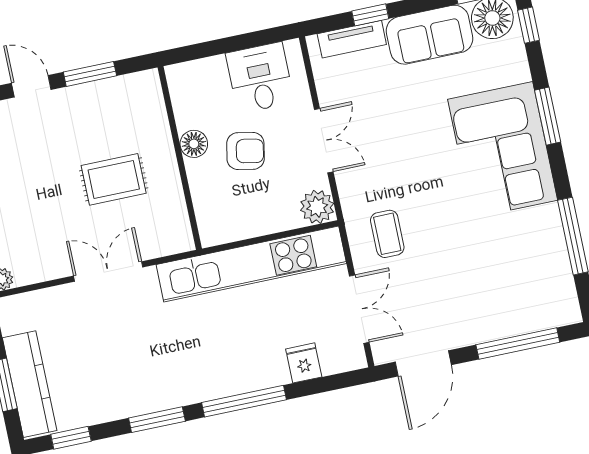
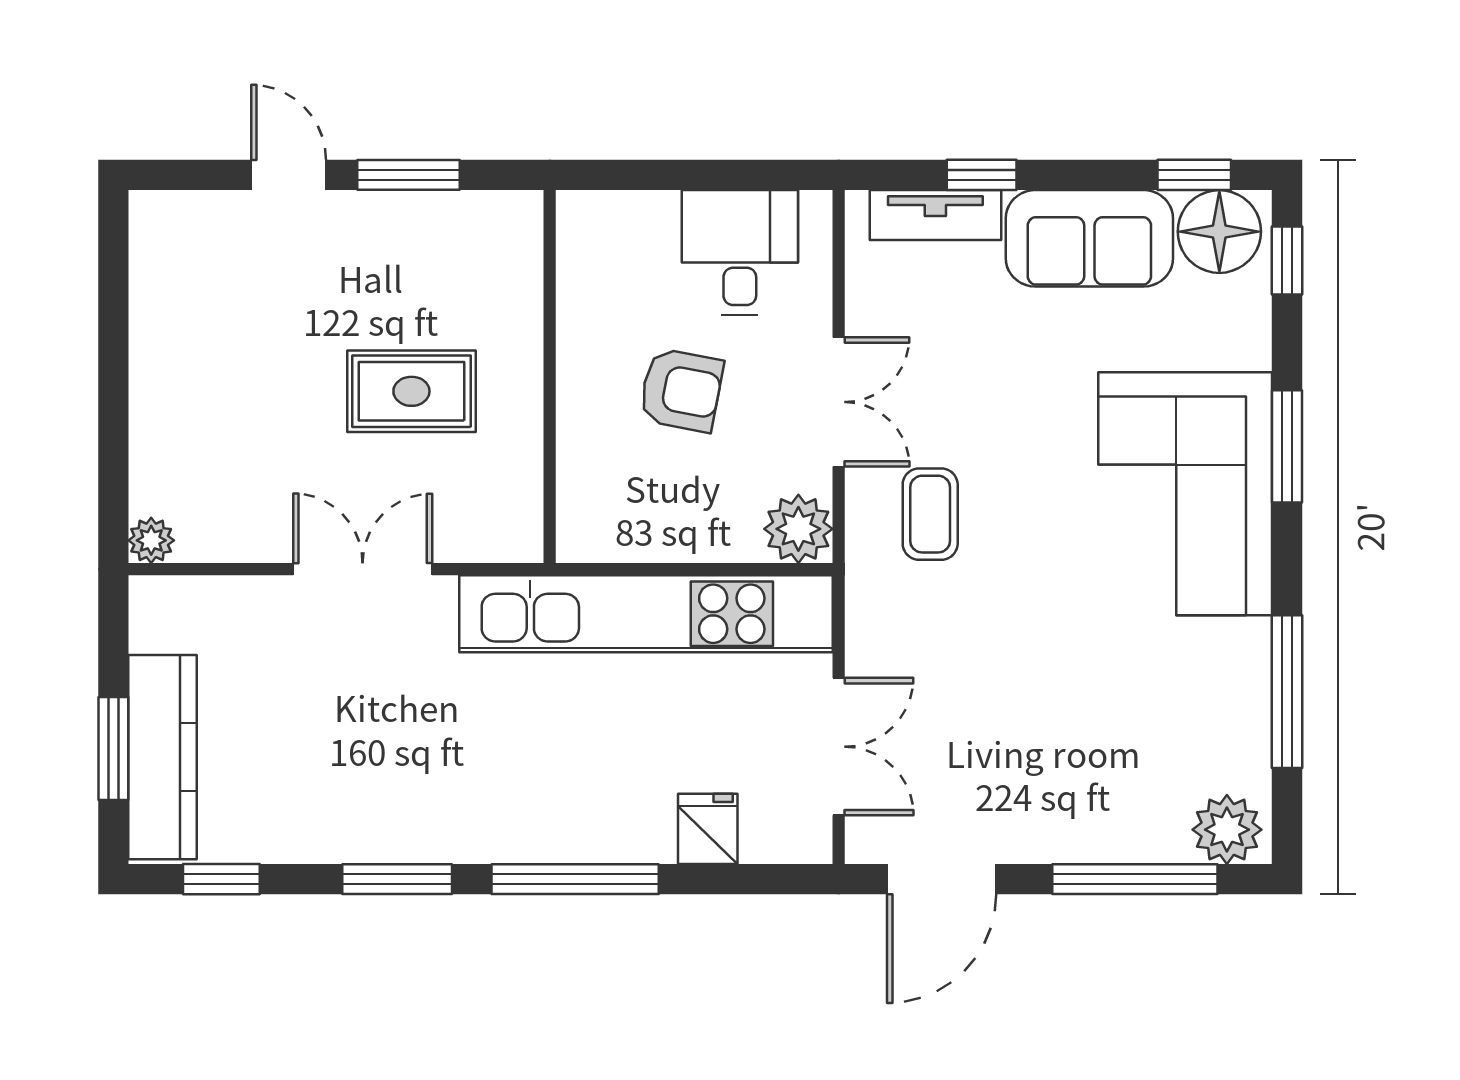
floor lamp: (194, 144) -> (583, 355), removed
coffee table: (387, 234) -> (930, 514), moved
plant: (558, 310) -> (1227, 830), added

